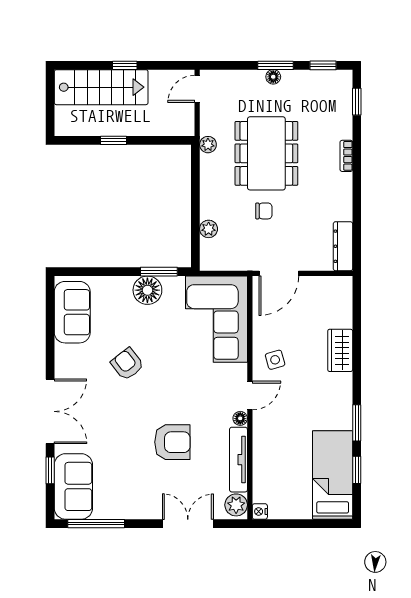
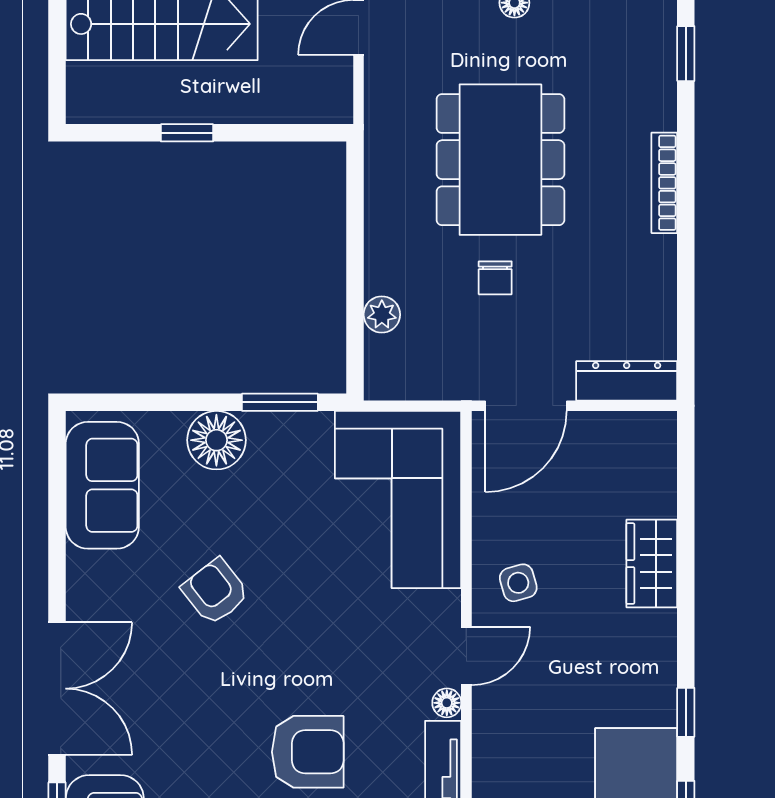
plant: (208, 145) -> (381, 142), removed
bookcase: (346, 156) -> (664, 183), width x1.56
chair: (264, 211) -> (495, 278), turned 90
dresser: (343, 246) -> (627, 381), moved, turned 90
floor lamp: (147, 290) -> (216, 440), moved
window: (357, 423) -> (686, 712), width x0.67

